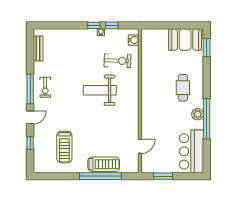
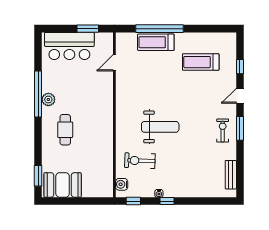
window: (112, 25) -> (133, 201), moved
window: (30, 89) -> (240, 128), width x0.69
treadmill: (64, 147) -> (201, 62), turned -90
bar counter: (191, 151) -> (69, 46), moved, turned 90

